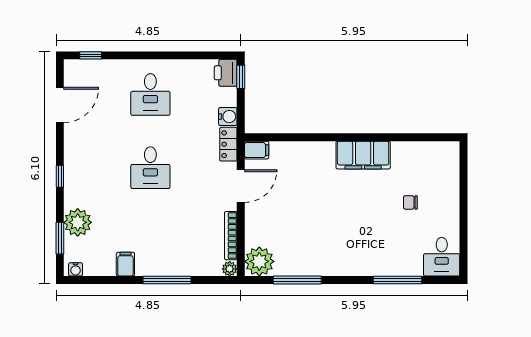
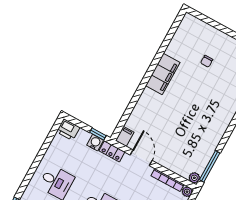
window: (241, 77) -> (98, 134), moved
plant: (259, 261) -> (194, 178), width x0.53, depth x0.53
window: (297, 280) -> (210, 166), moved

